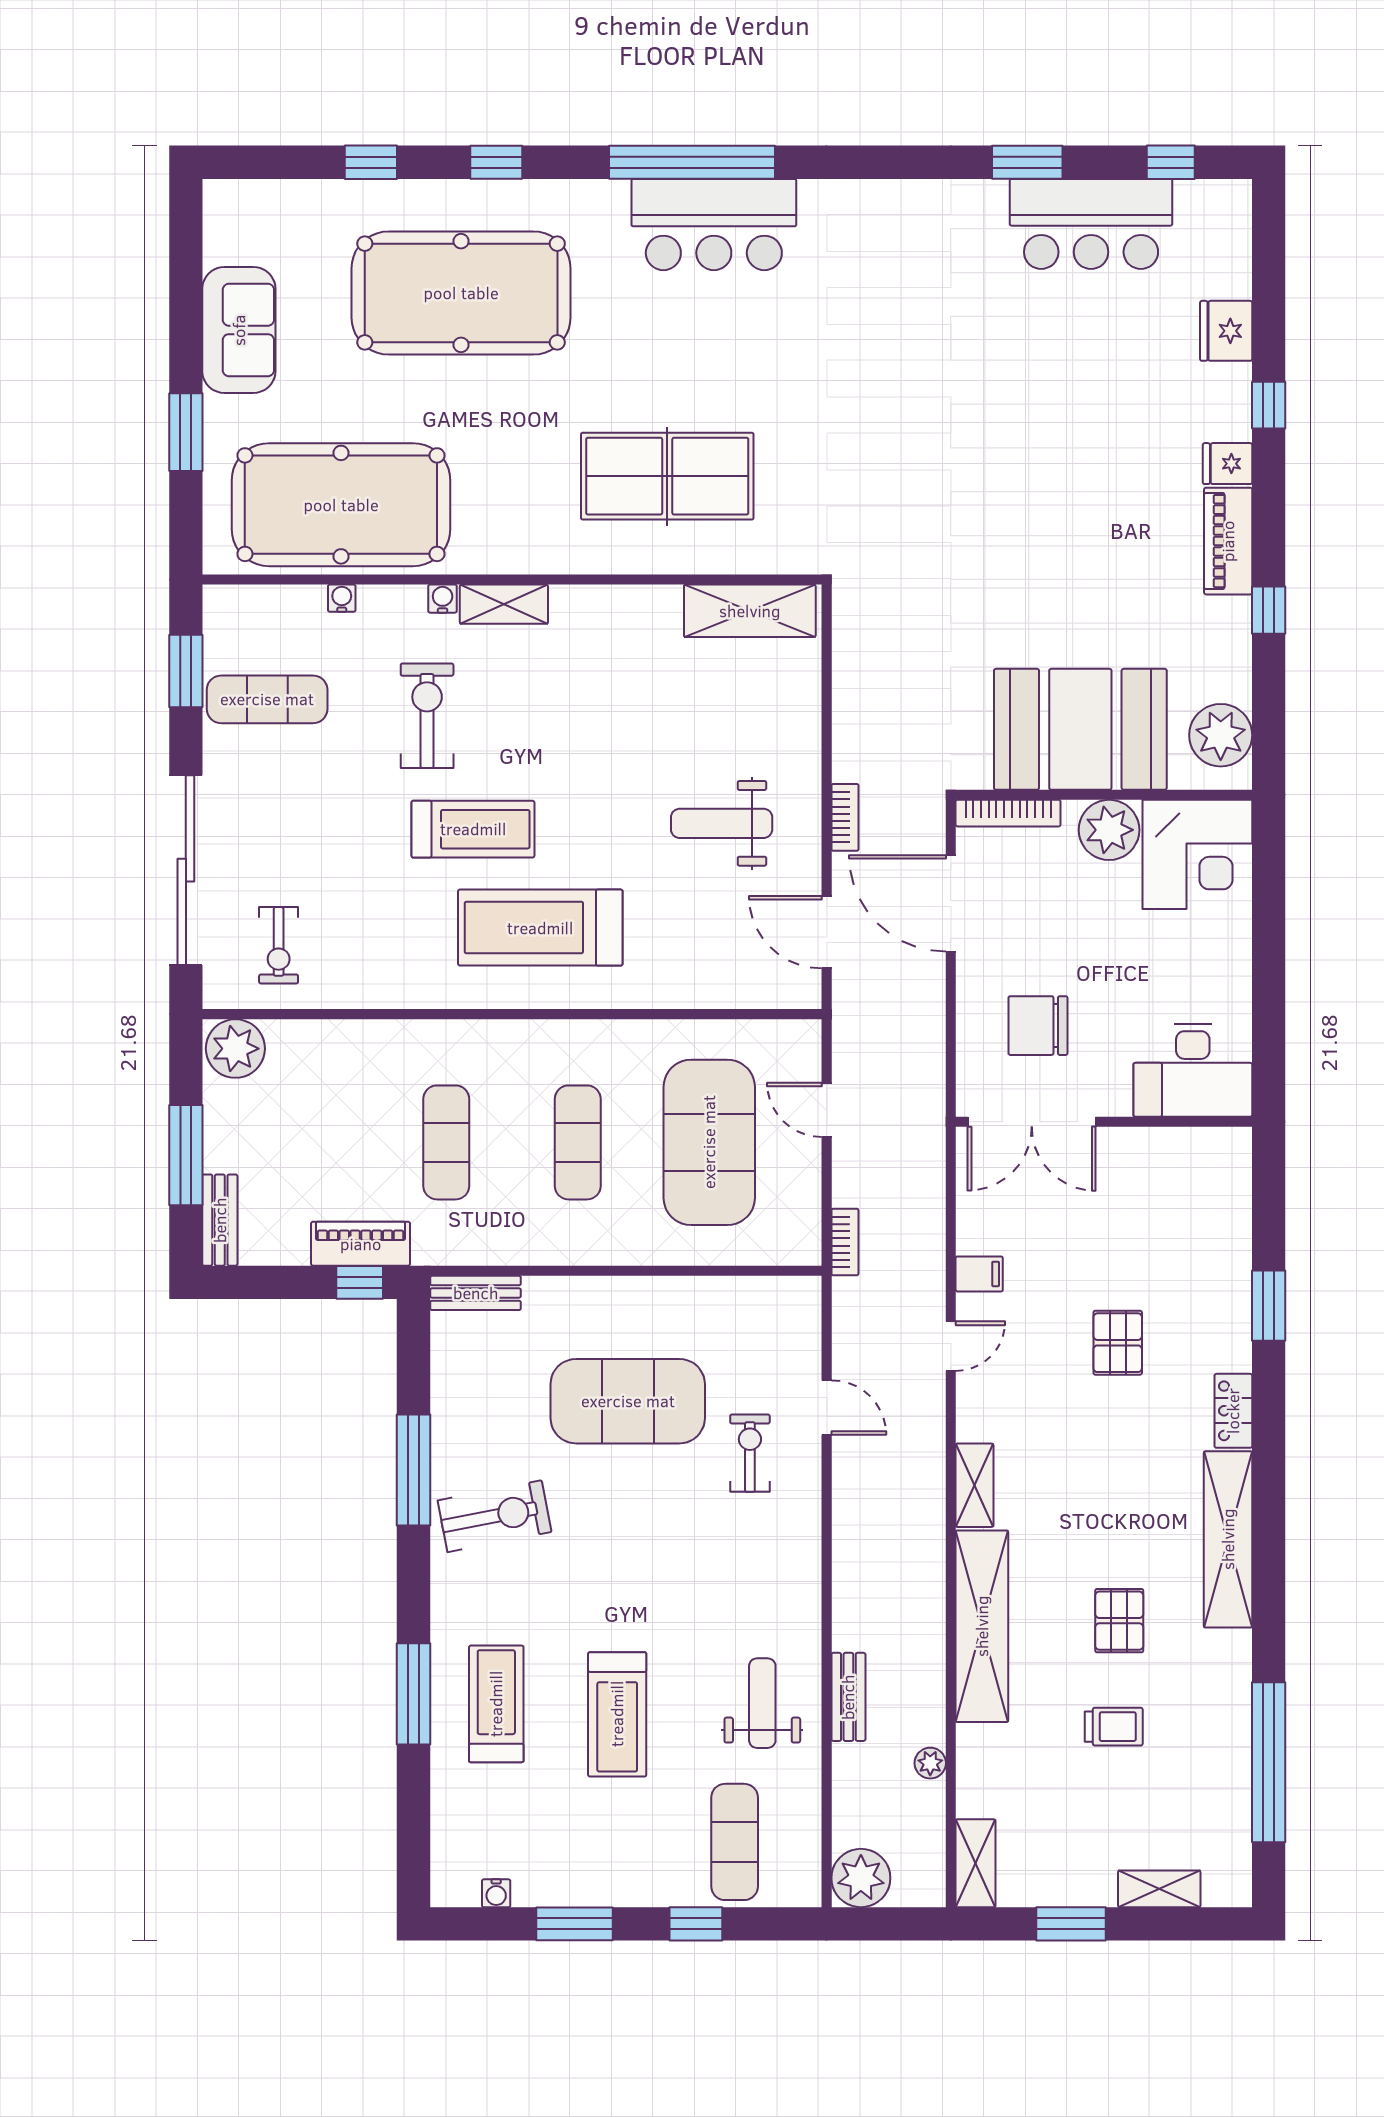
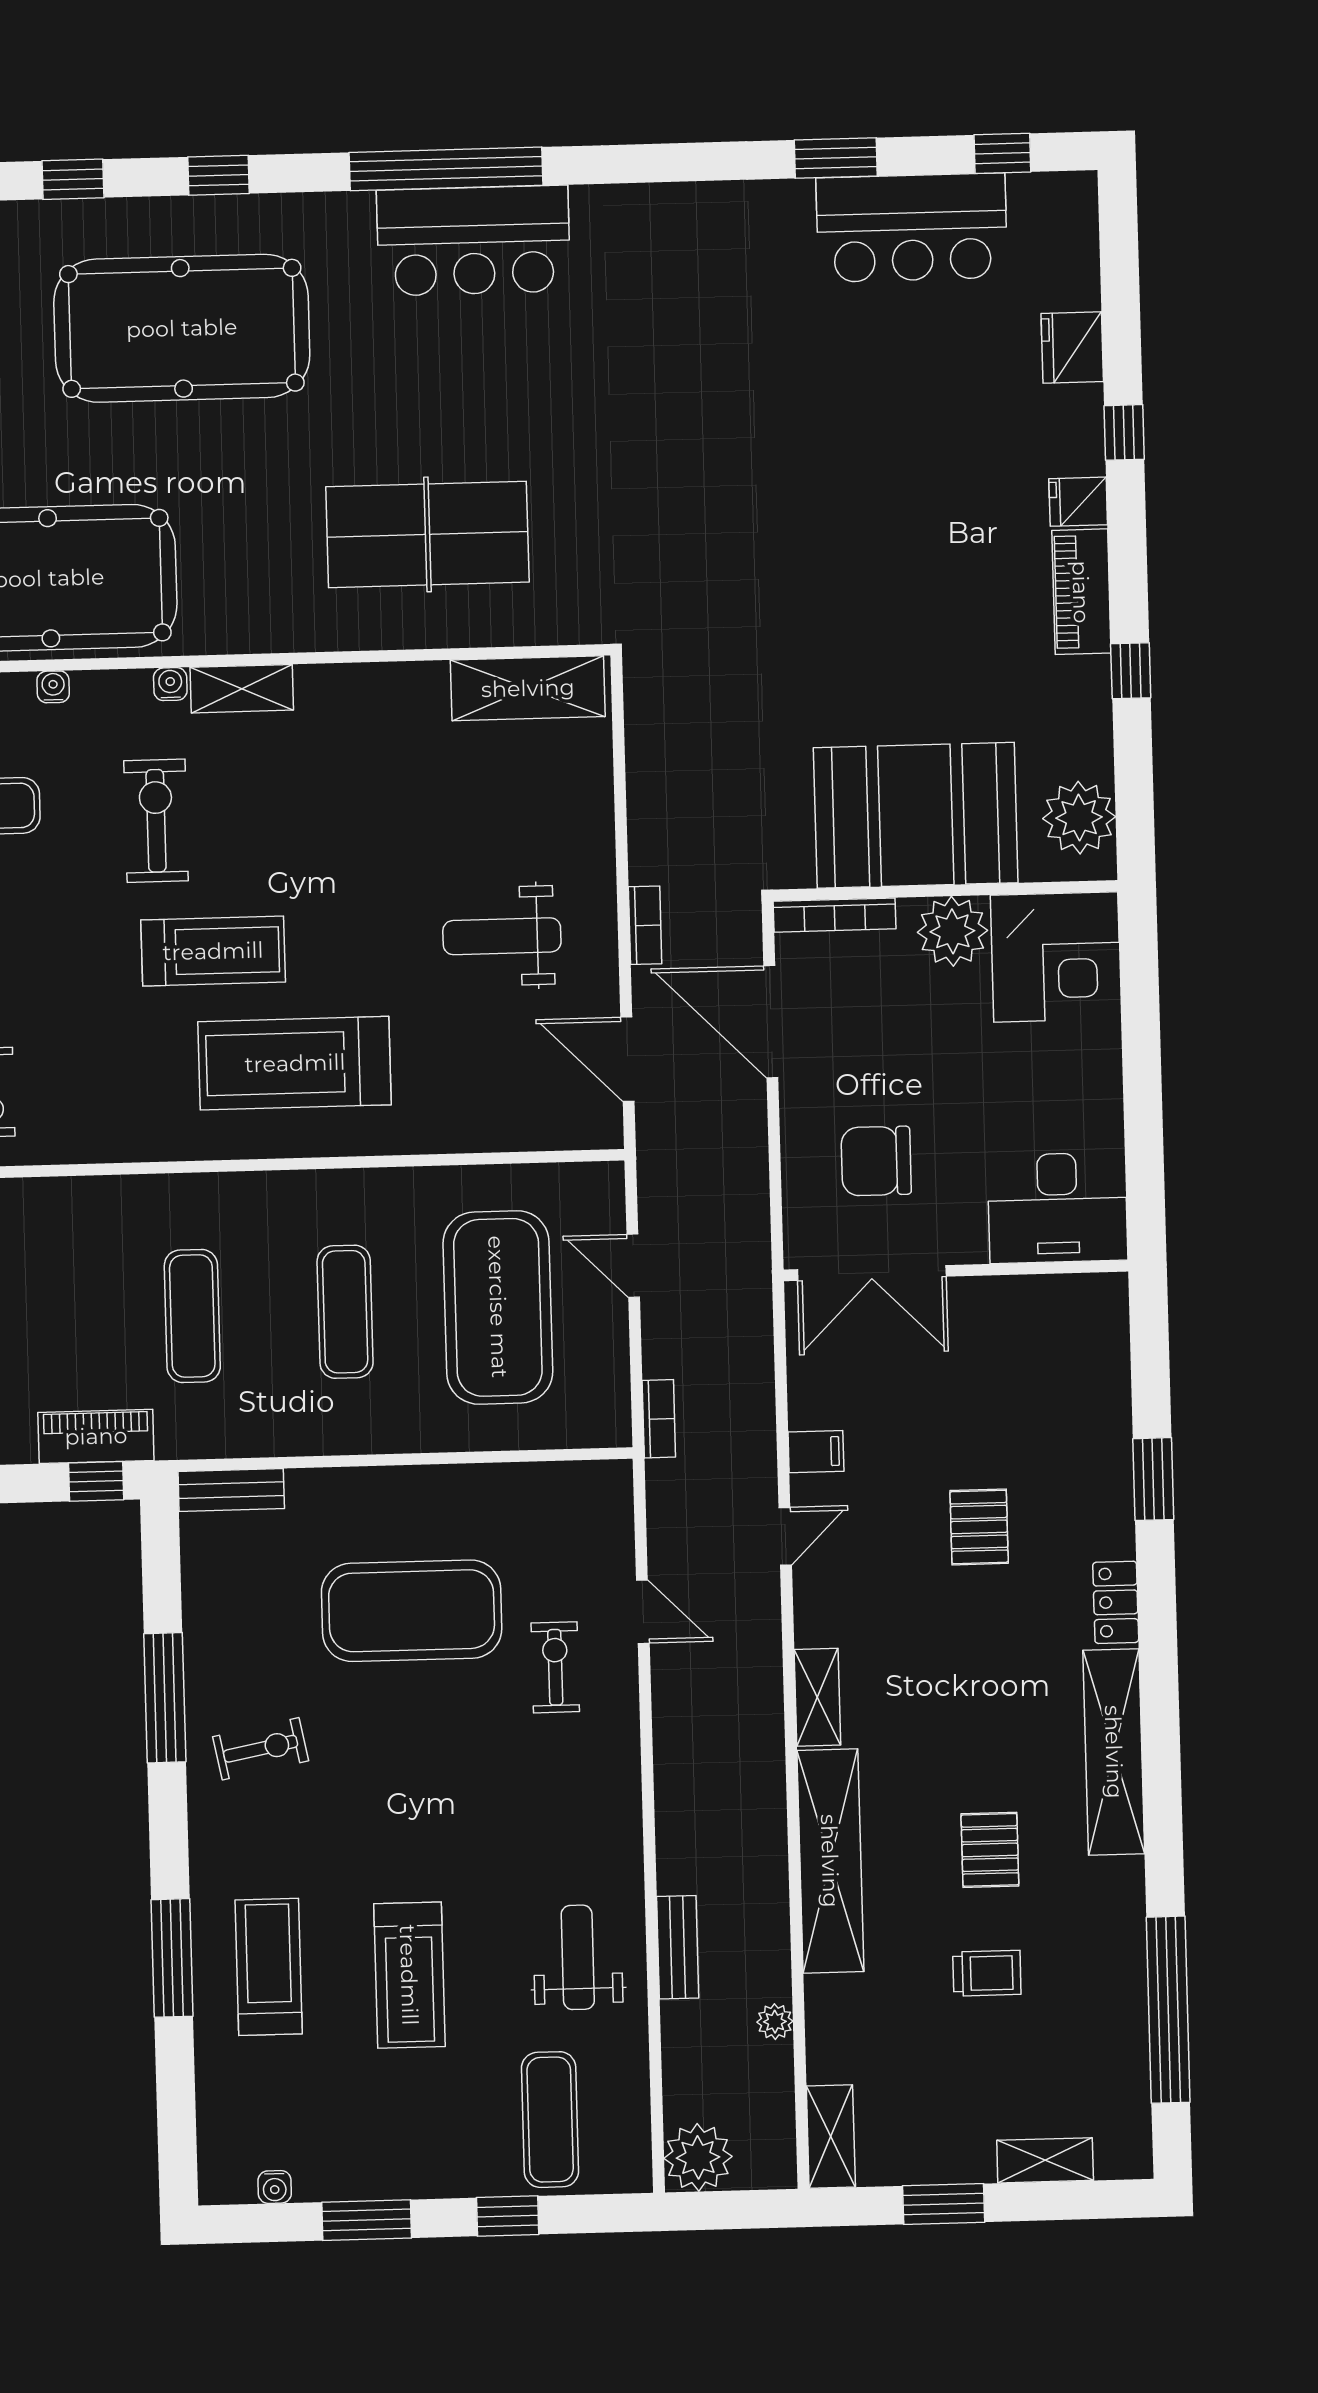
exercise bike: (495, 1516) -> (261, 1749), width x0.73, depth x0.72

